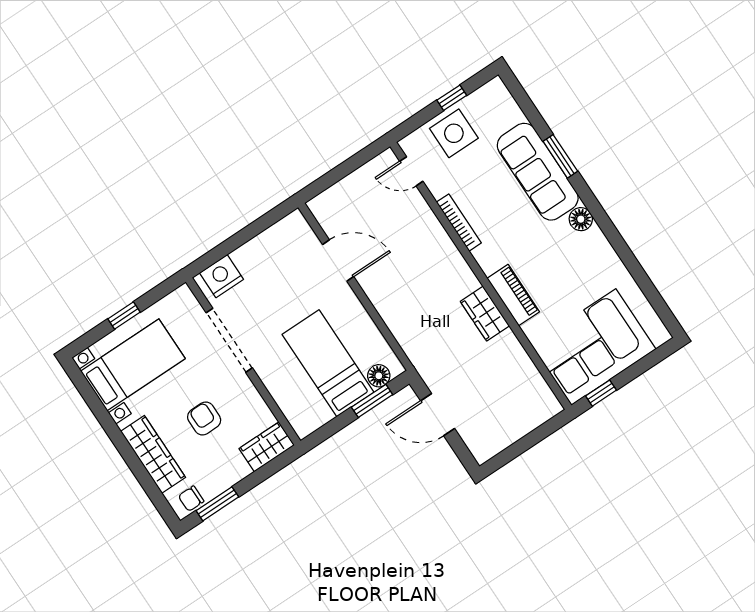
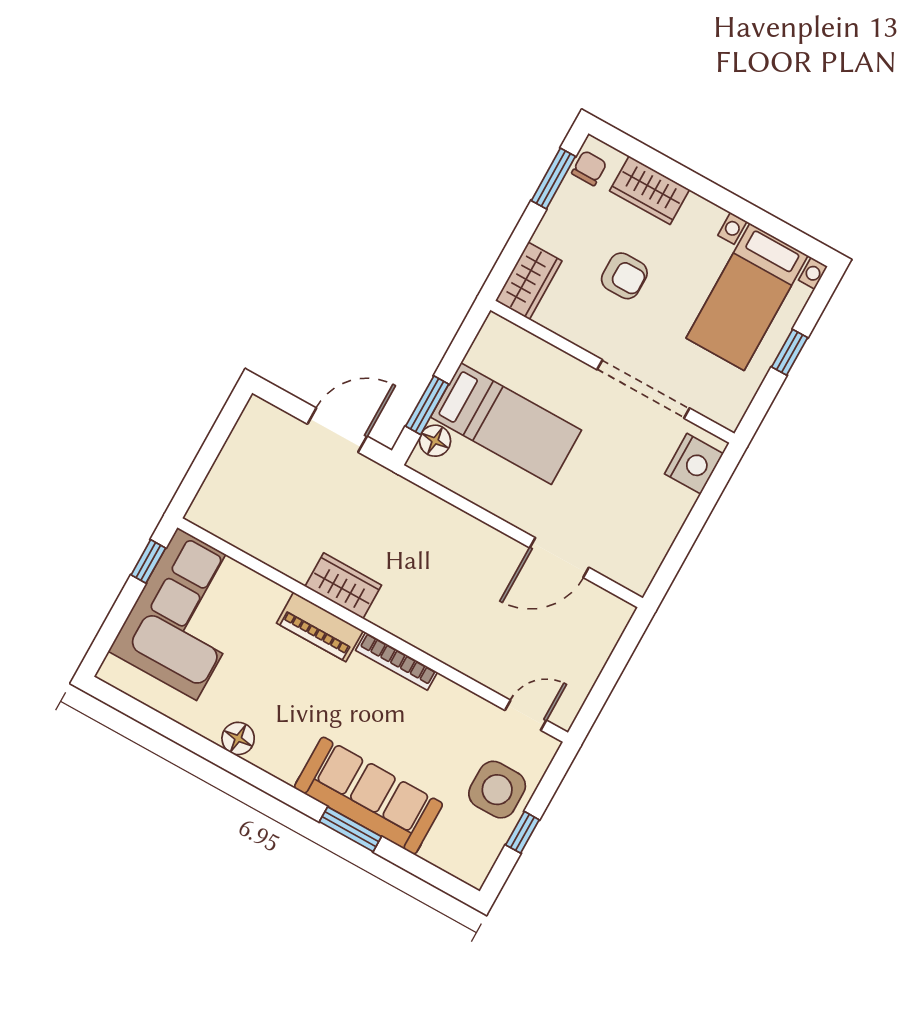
floor lamp: (581, 219) -> (238, 738), moved
bookcase: (459, 223) -> (397, 661), moved
wardrobe: (153, 454) -> (650, 190), width x0.67

